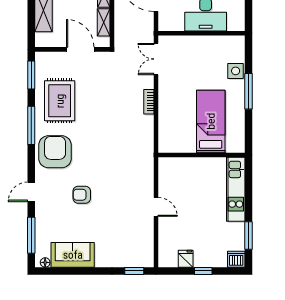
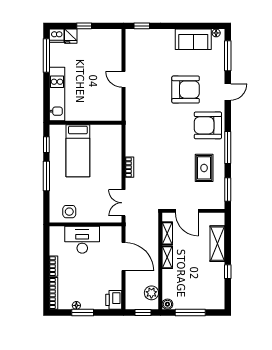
double door: (156, 59) -> (124, 203), swing flipped
side table: (236, 71) -> (69, 212), moved
rug: (60, 101) -> (204, 168), width x0.73, depth x0.70
window: (248, 129) -> (46, 145), added
armchair: (55, 152) -> (208, 125), turned 90
armchair: (82, 195) -> (186, 90), width x1.88, depth x1.88
window: (248, 236) -> (46, 55), width x1.44
fridge: (186, 259) -> (71, 36), moved

